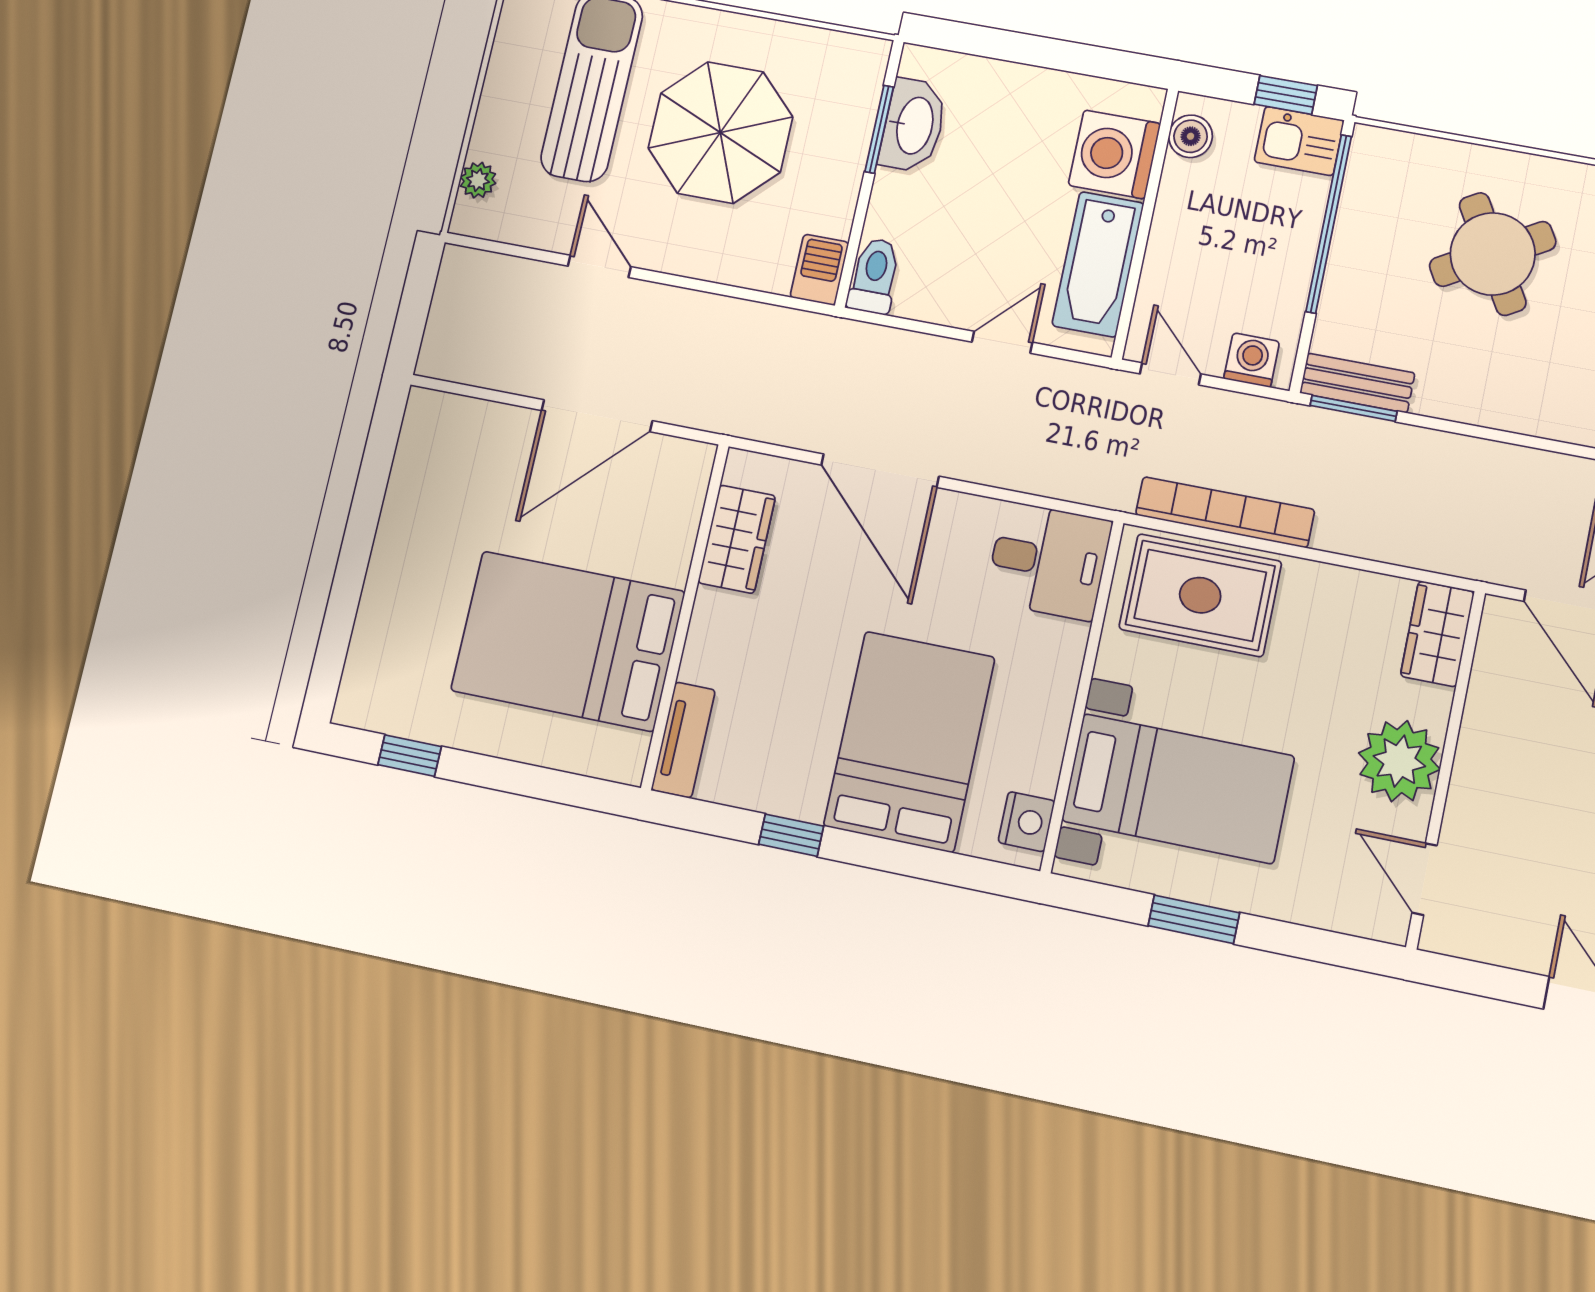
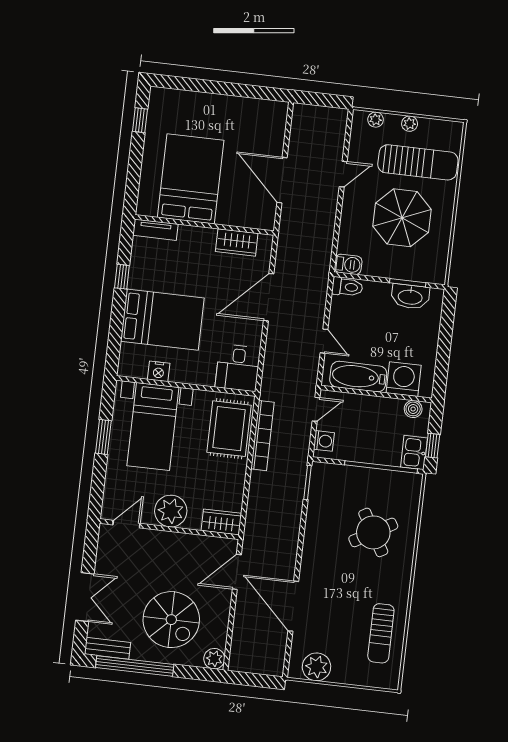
plant: (497, 100) -> (410, 124), added
bench: (1357, 383) -> (318, 483), removed
nightstand: (1026, 822) -> (159, 371), moved

